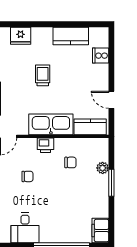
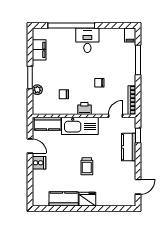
fridge: (21, 36) -> (87, 199), moved
cooker: (101, 56) -> (39, 163), moved
desk: (25, 228) -> (87, 40), moved
filing cabinet: (100, 231) -> (39, 50), moved

